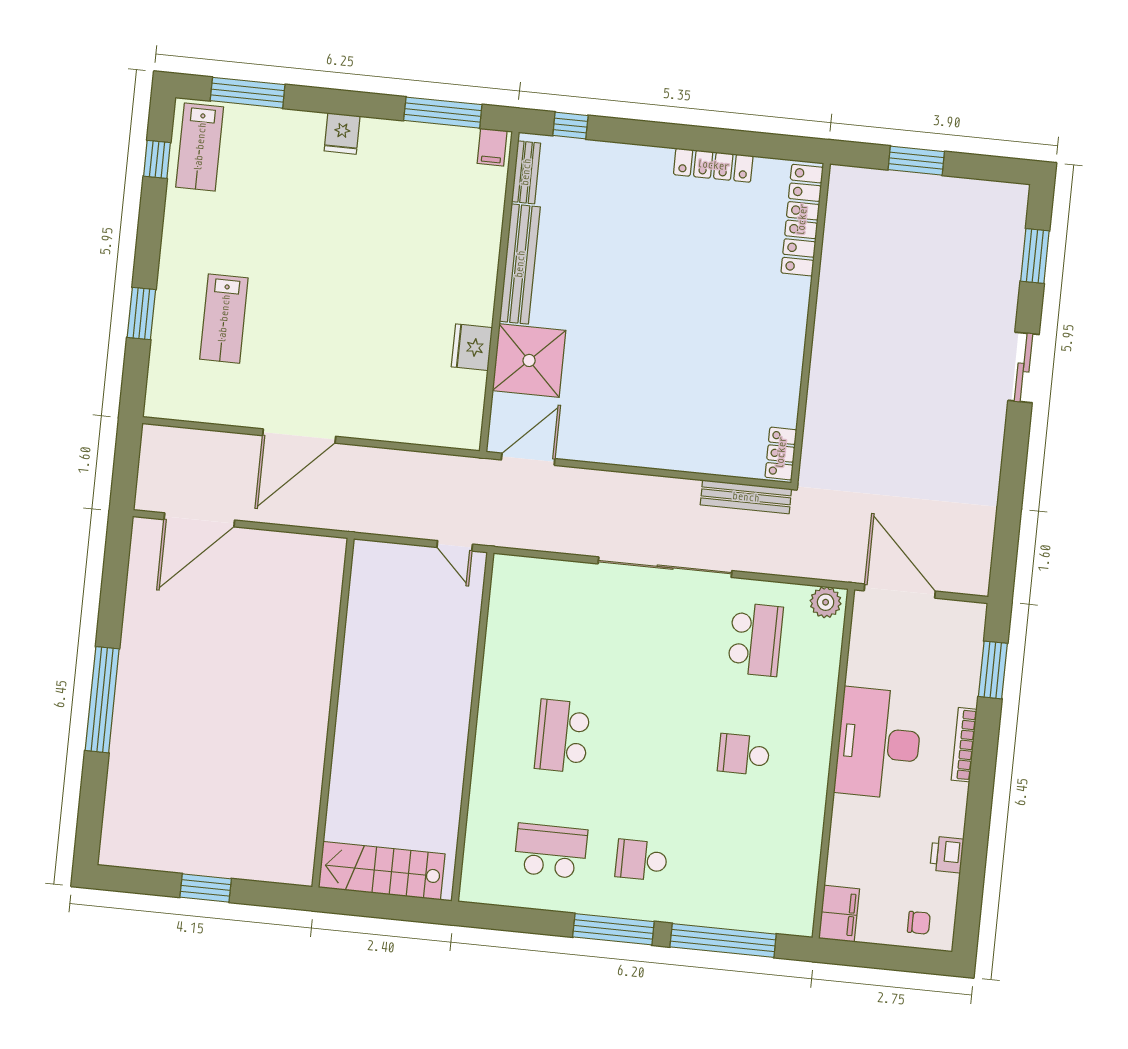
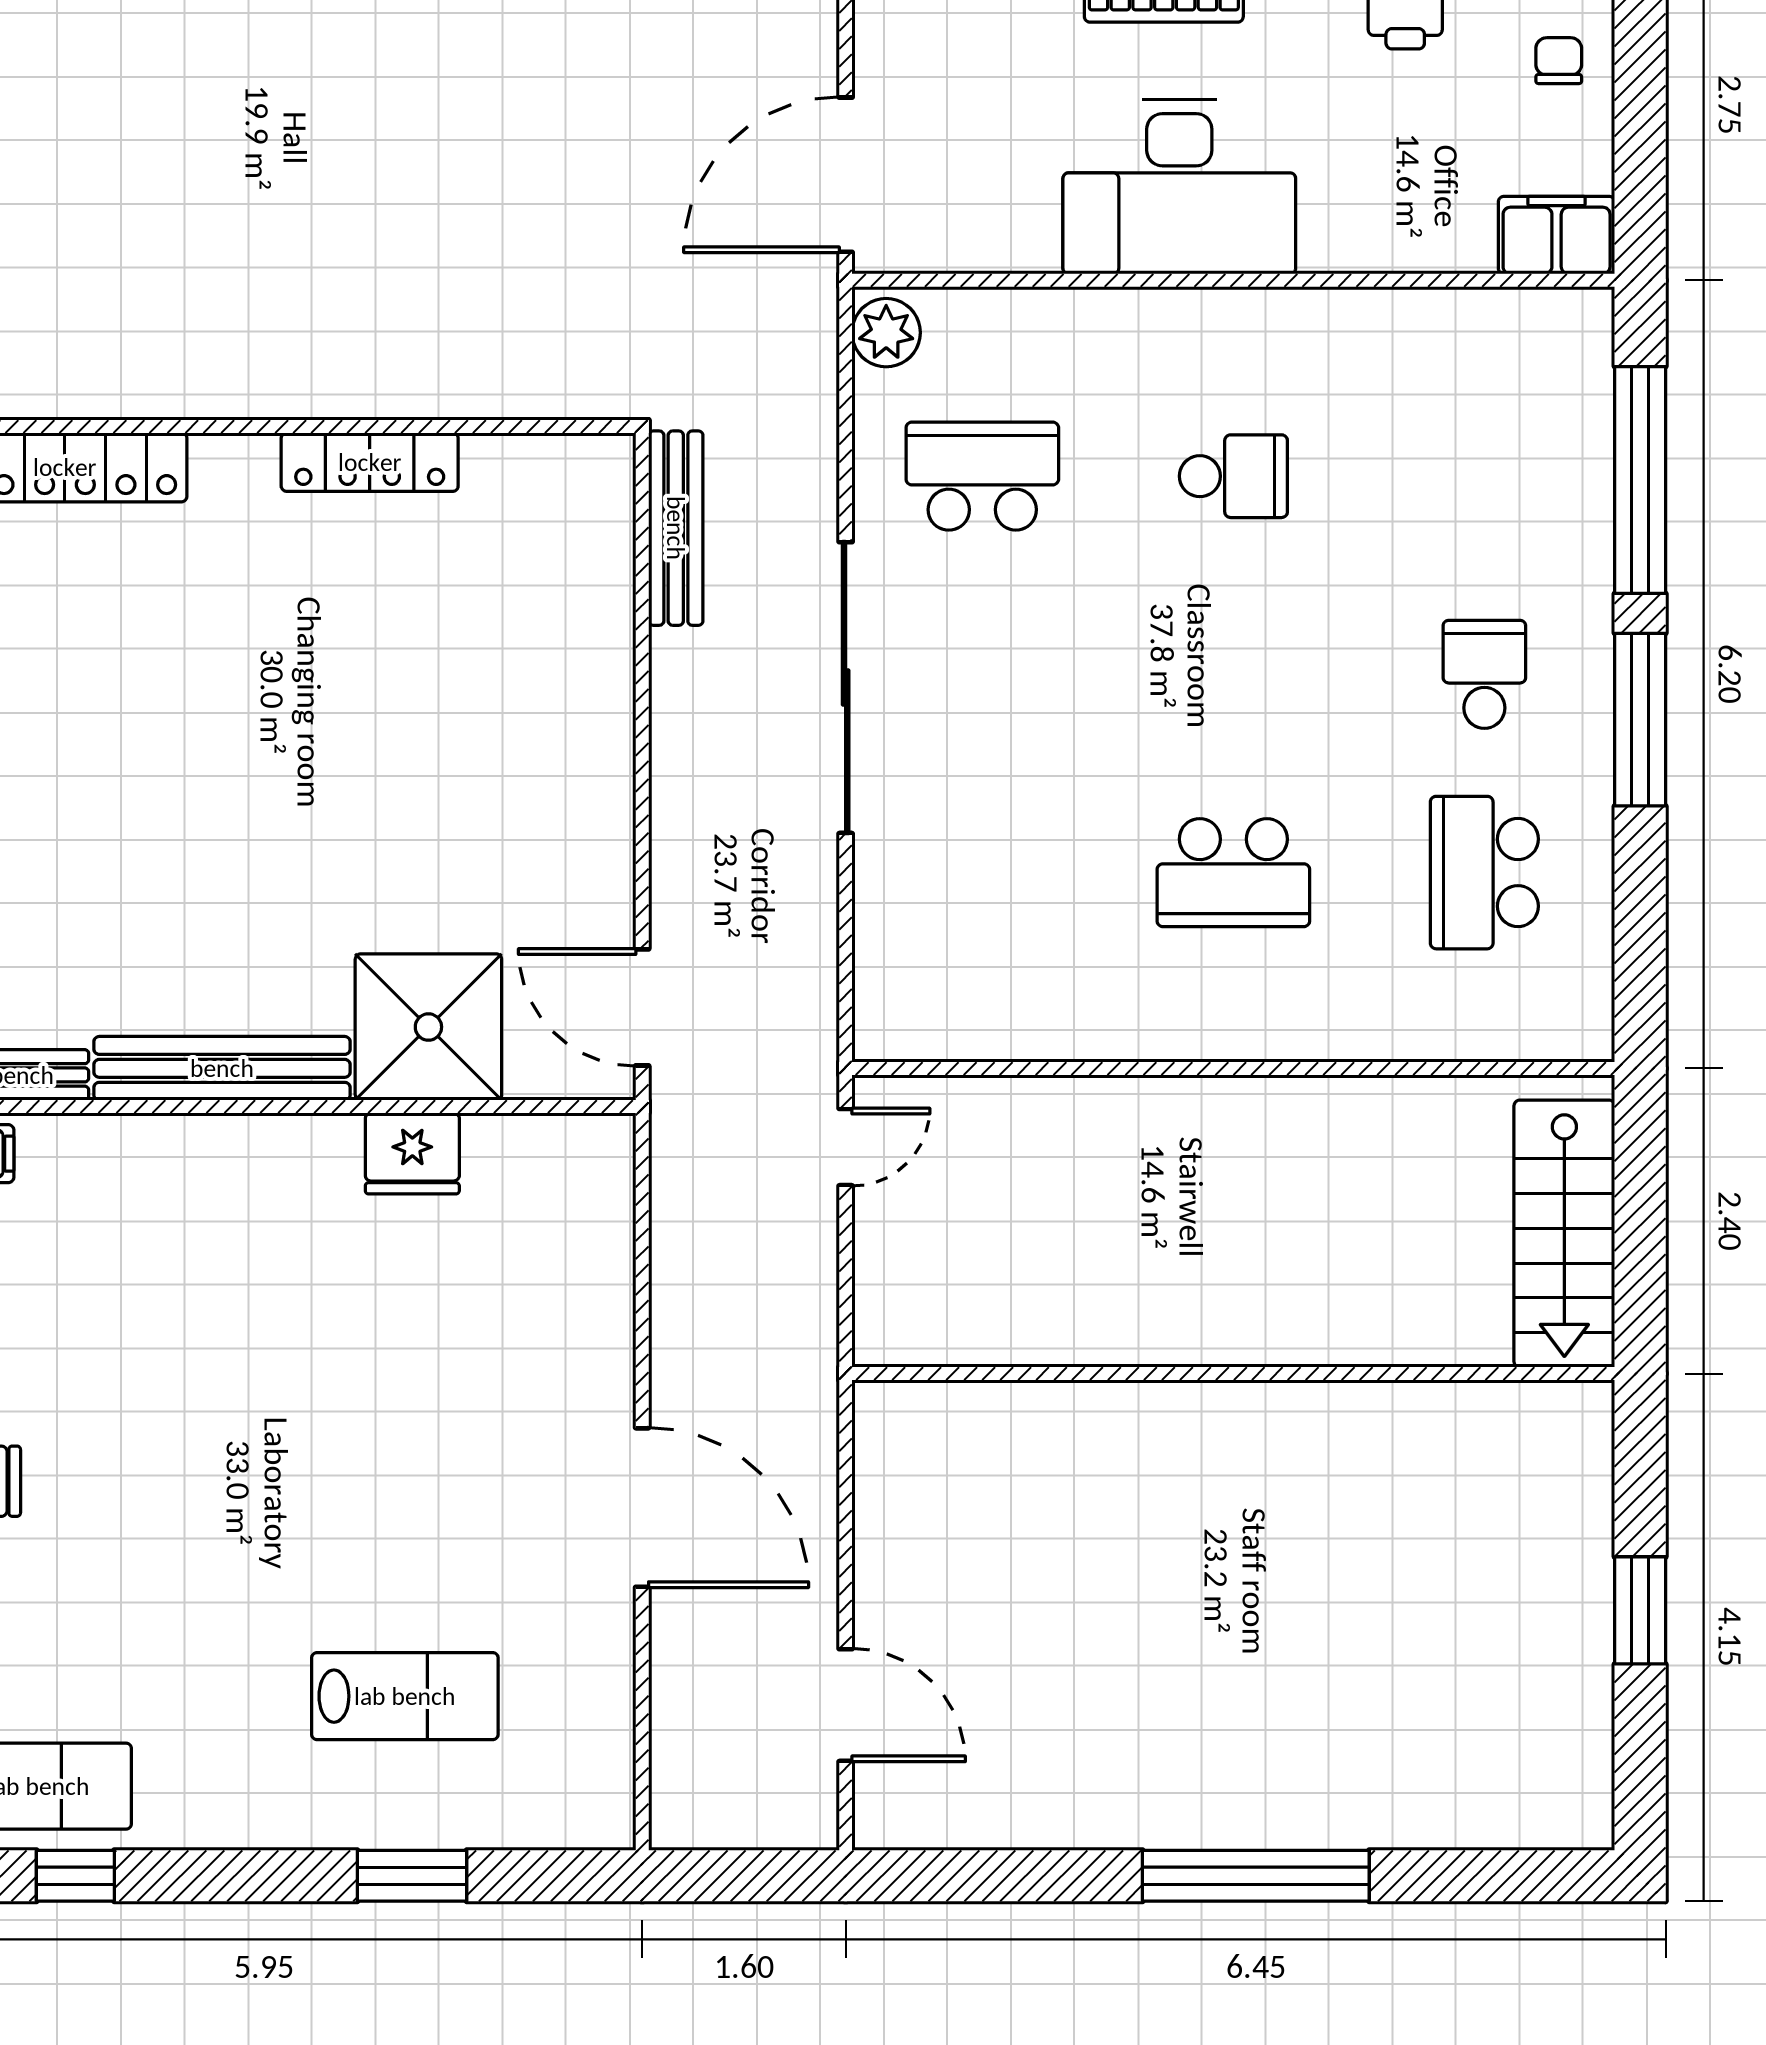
locker: (781, 453) -> (370, 462), moved, width x1.53
door: (199, 520) -> (846, 1705), width x0.73
school desk: (744, 754) -> (1233, 476), turned -90
school desk: (641, 860) -> (1484, 674), turned 180

